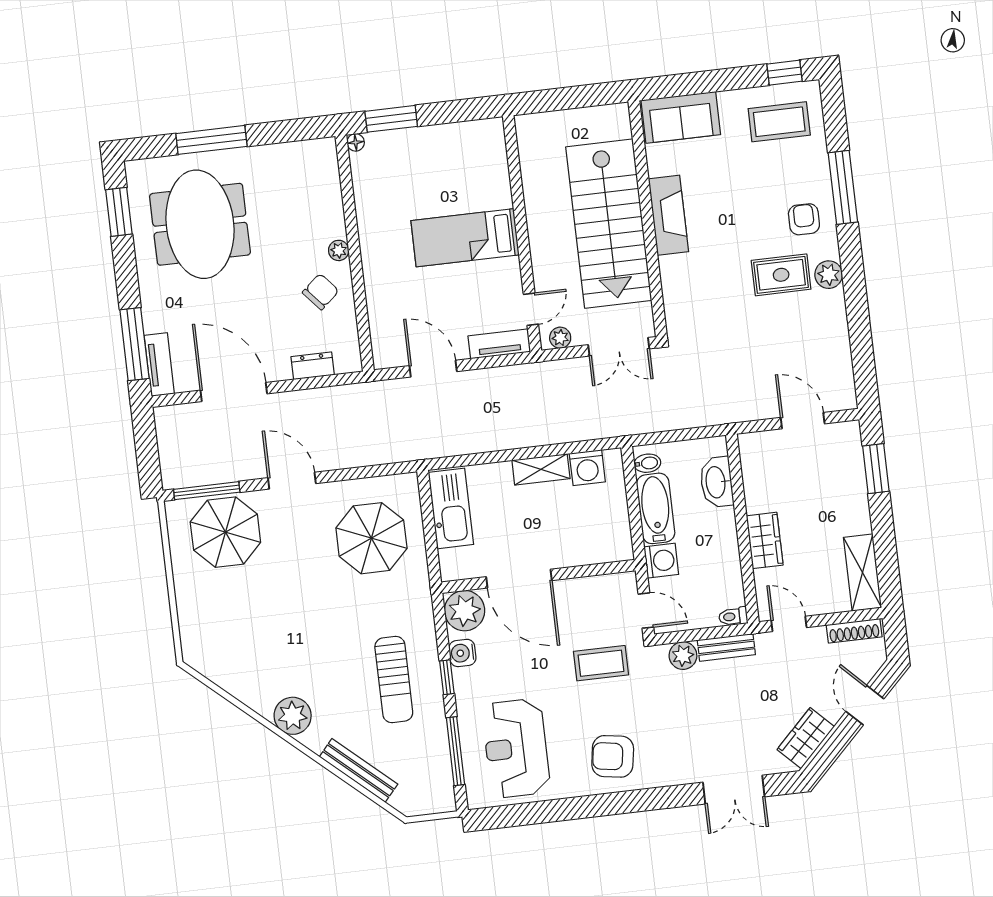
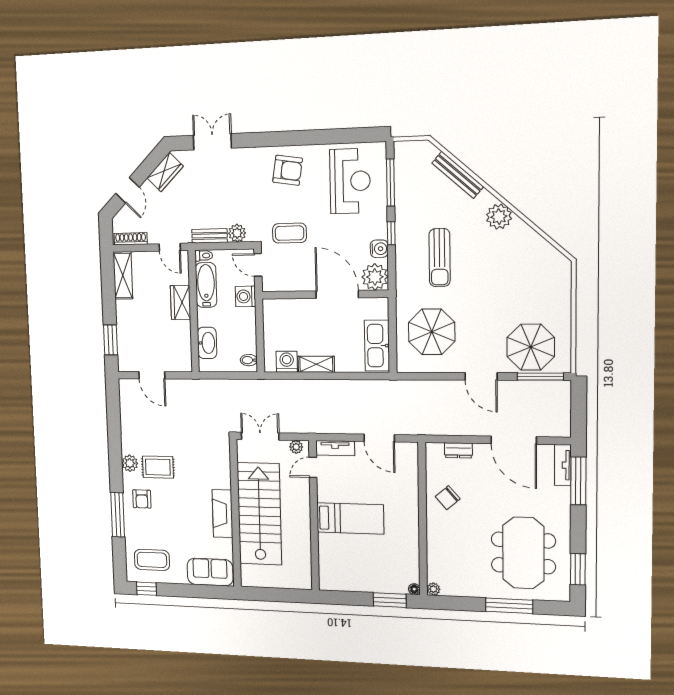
plant: (339, 250) -> (433, 589), moved
bathtub: (656, 508) -> (206, 285), moved, turned 180
sun lounger: (394, 680) -> (440, 258), moved, turned 180

